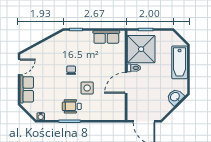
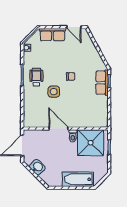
row of seats: (106, 37) -> (102, 83), moved
washbasin: (175, 97) -> (37, 167), moved

